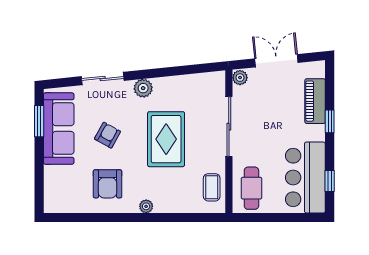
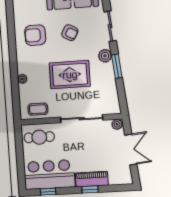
window: (159, 73) -> (117, 66), added
piano: (315, 101) -> (92, 179), moved
plant: (146, 206) -> (22, 79), moved

